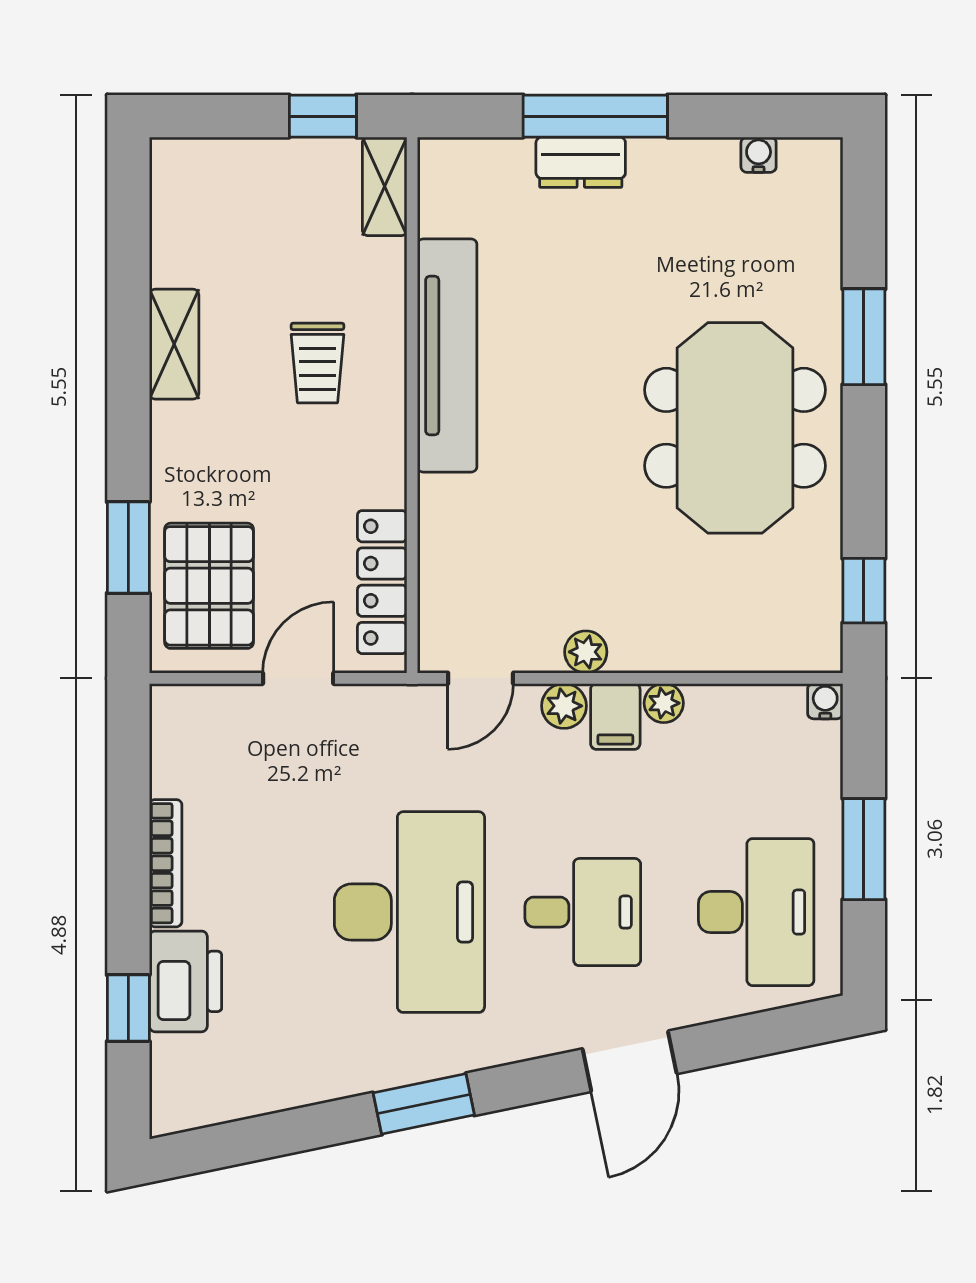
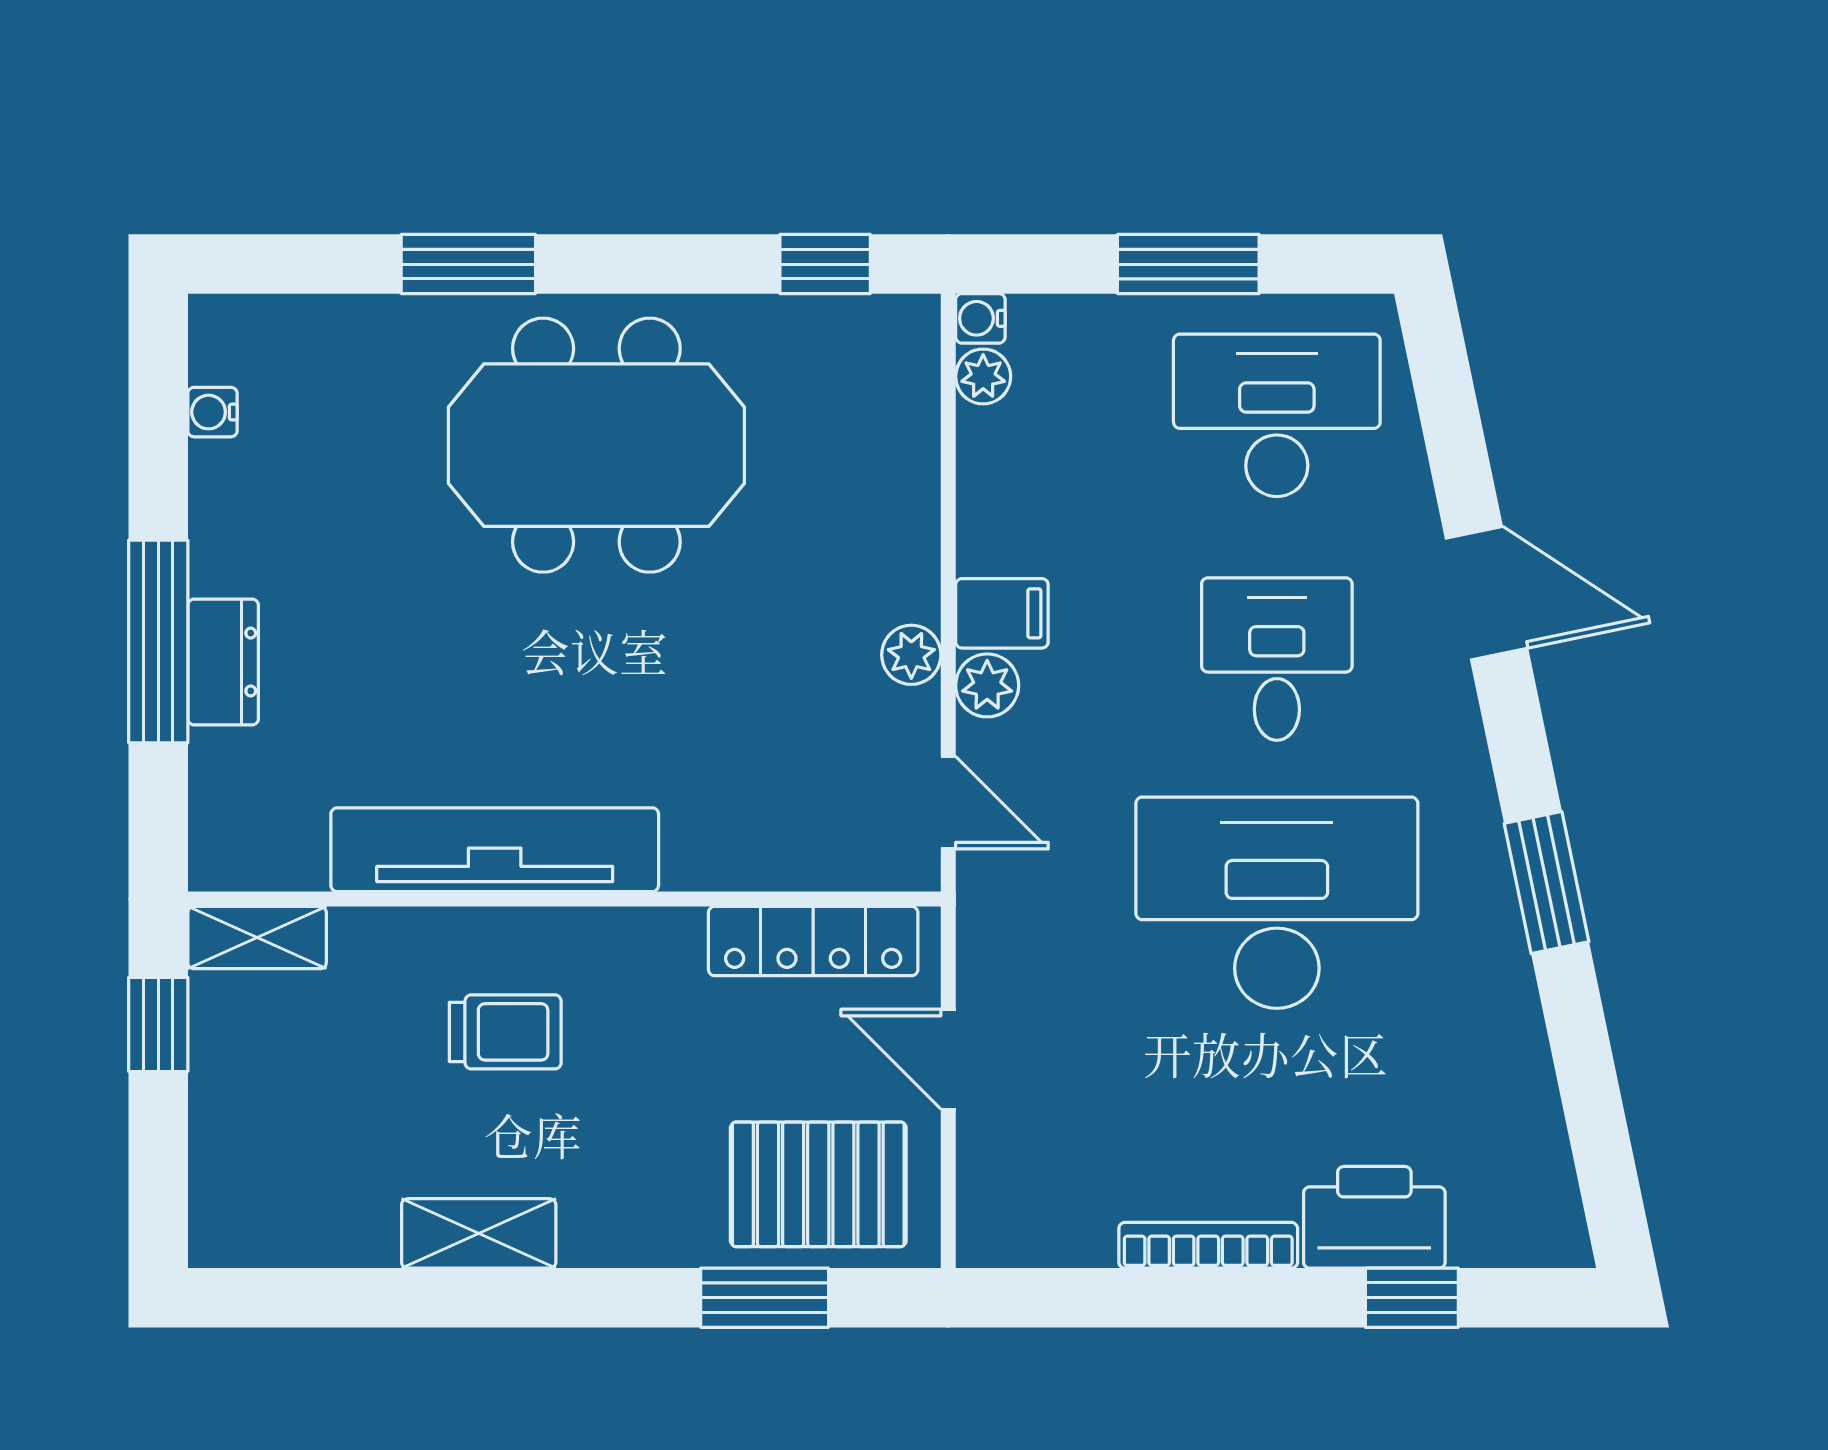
plant: (664, 703) -> (983, 376), moved

